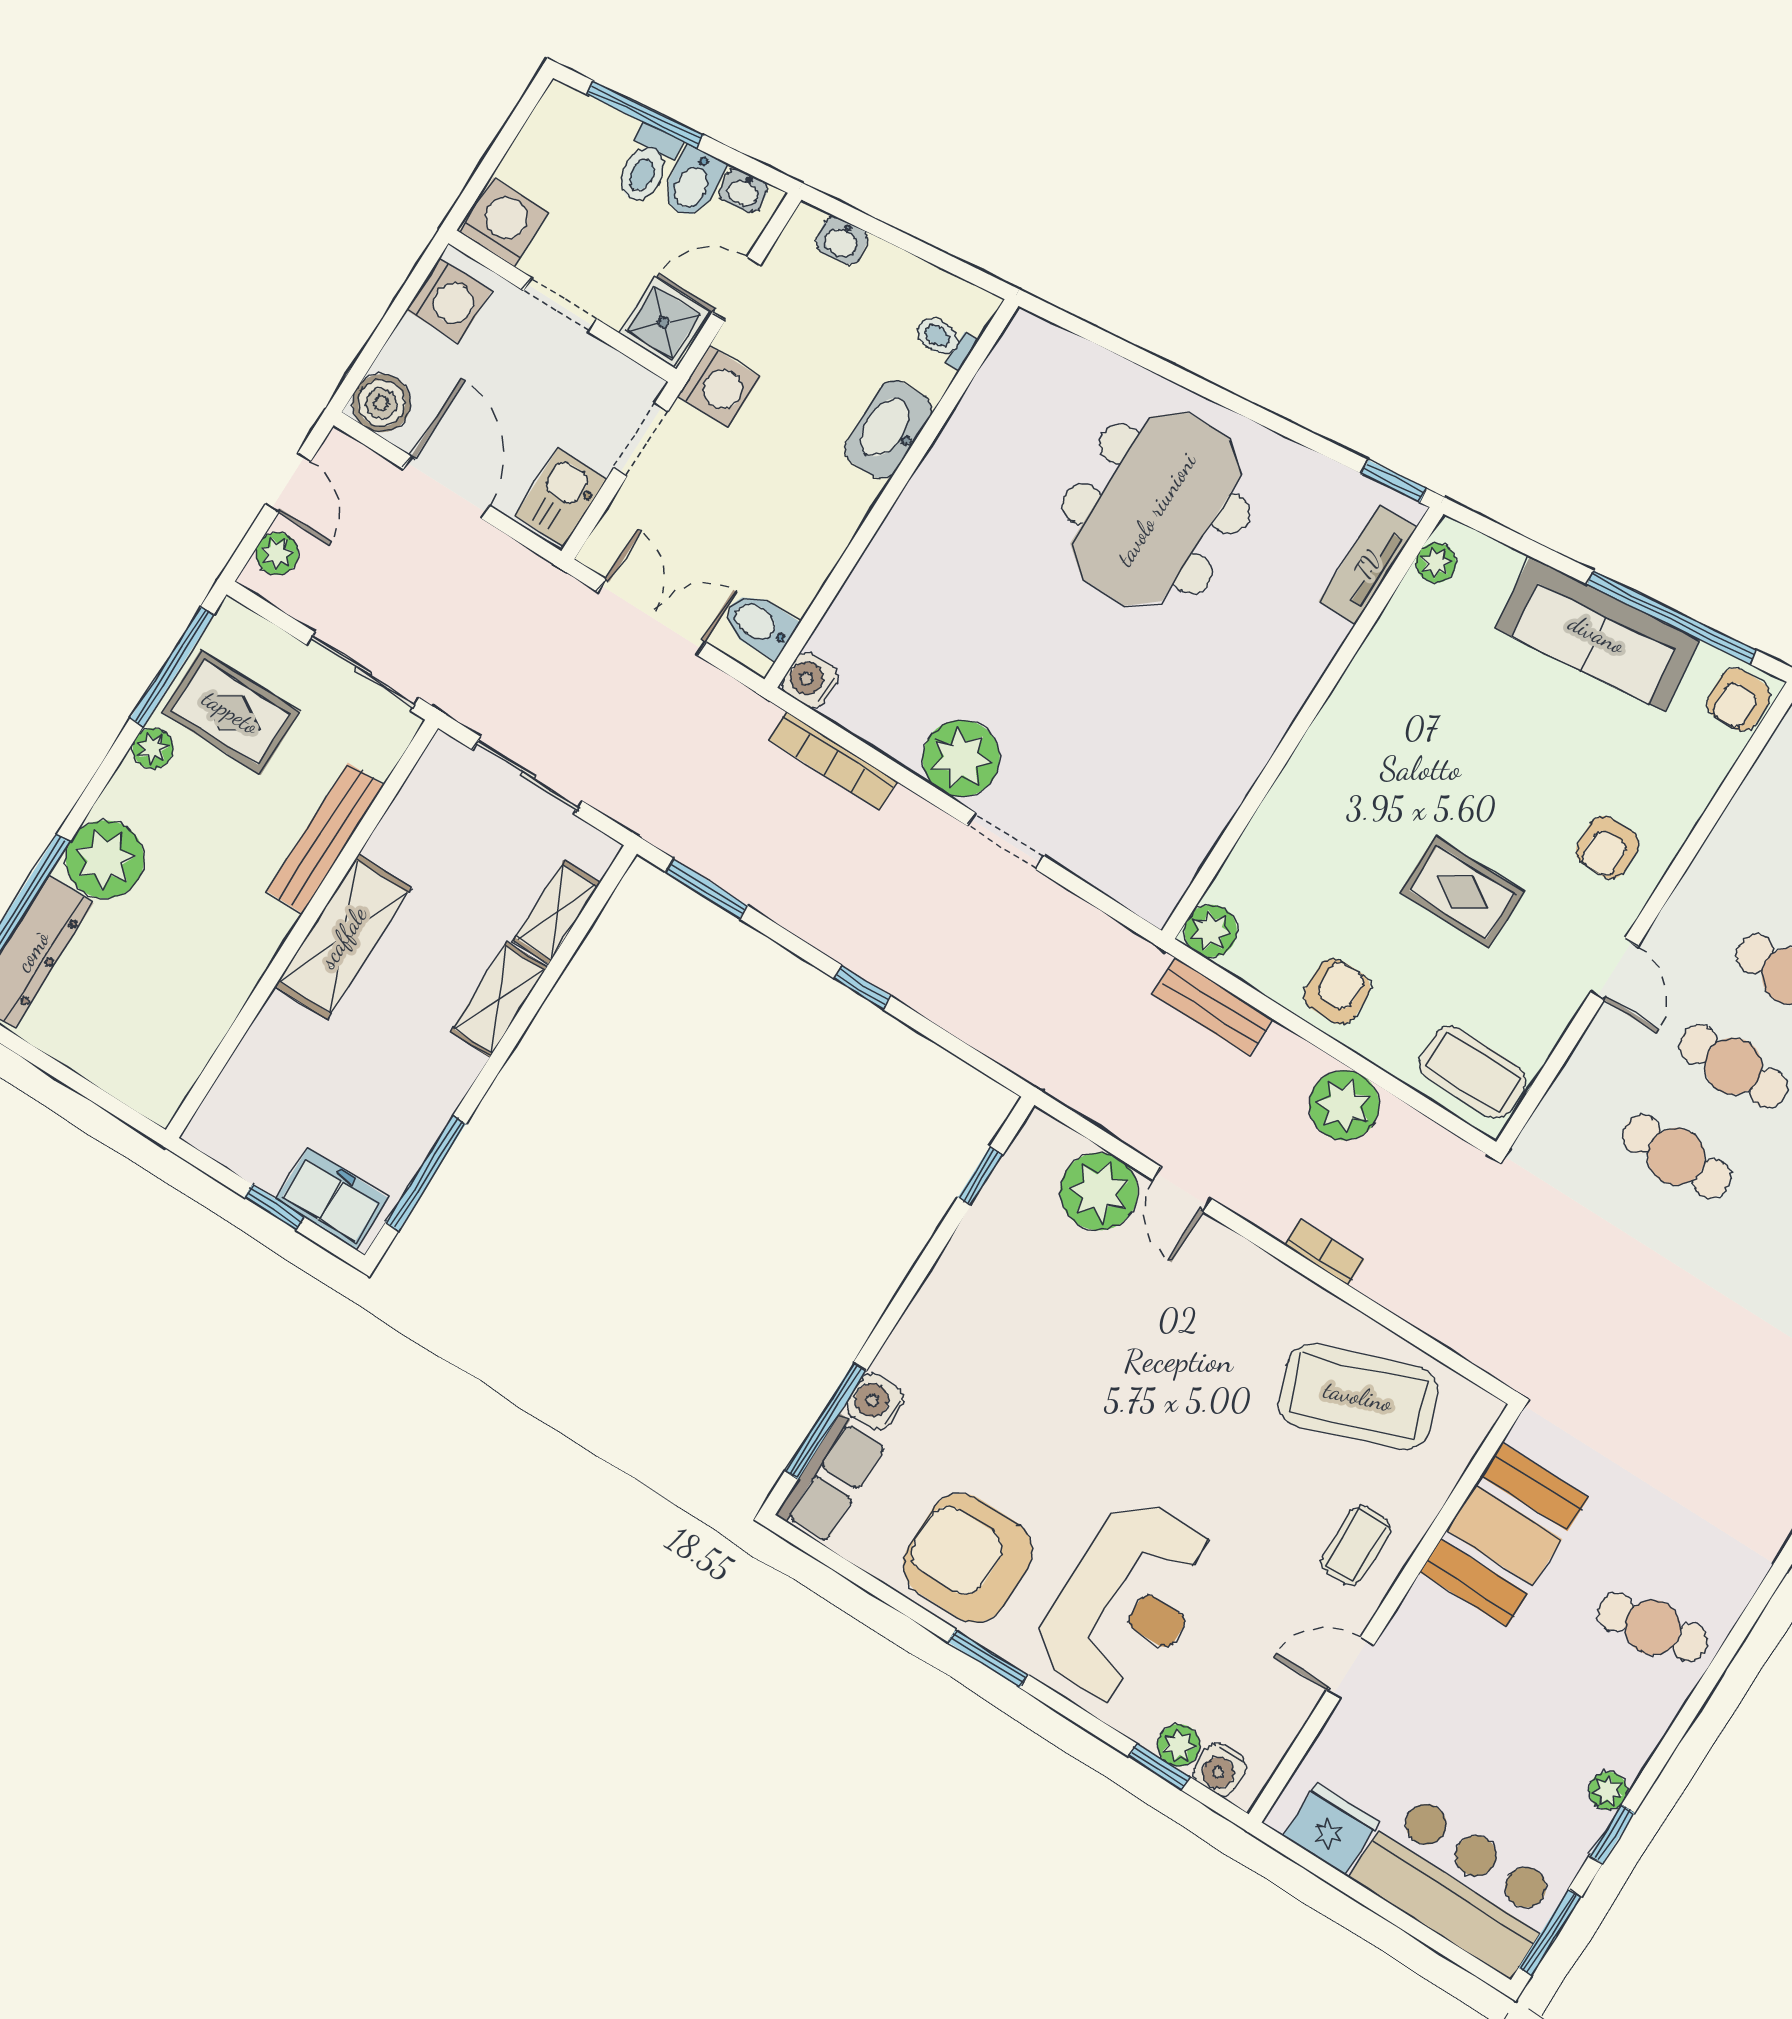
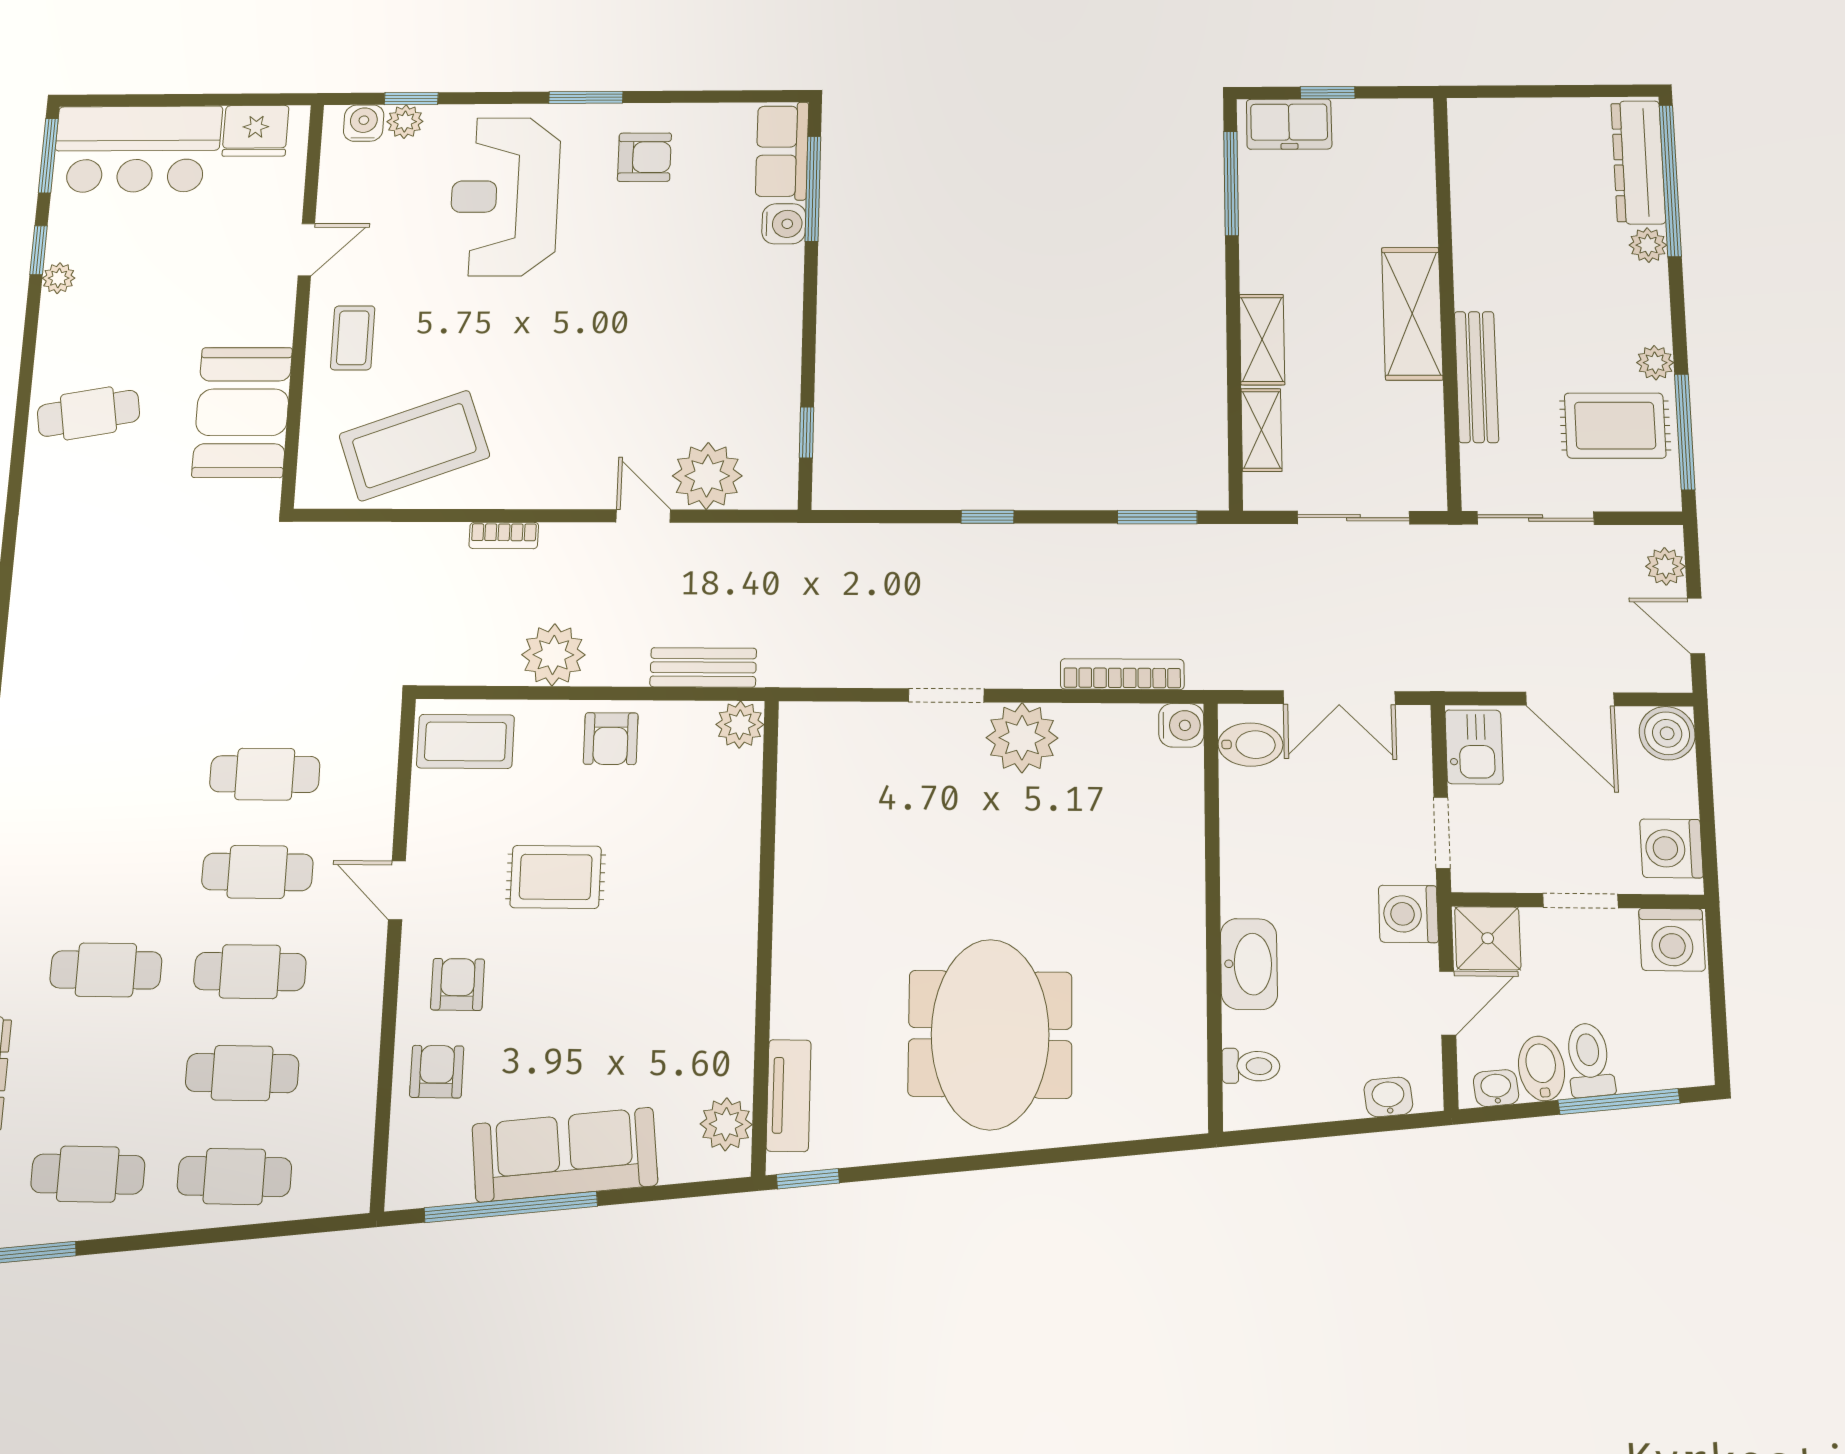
plant: (1436, 563) -> (726, 1124), width x1.38, depth x1.38
armchair: (1739, 699) -> (437, 1072), moved
plant: (105, 859) -> (1648, 245), width x0.53, depth x0.53
armchair: (968, 1558) -> (644, 157), width x0.53, depth x0.53

